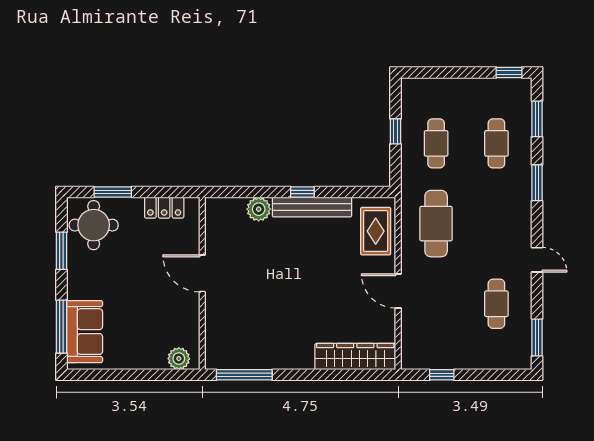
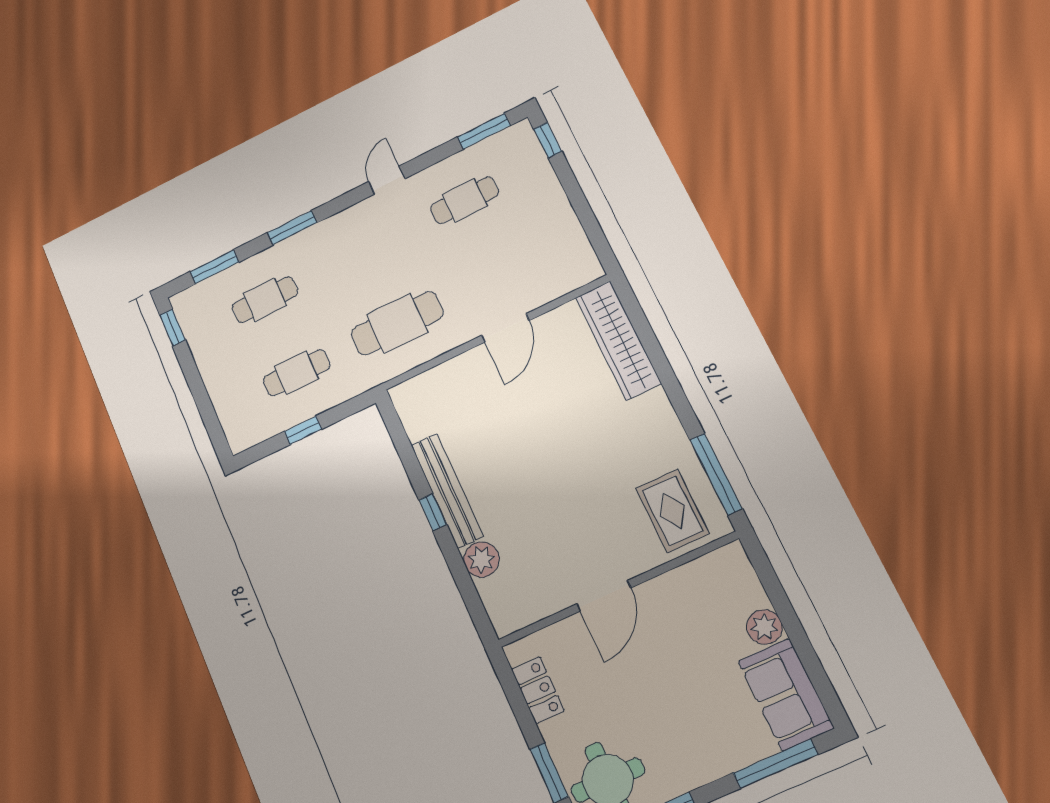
rug: (376, 231) -> (672, 511), moved, turned 90
sofa: (85, 332) -> (786, 694), moved, turned -90
plant: (179, 359) -> (764, 627), moved
window: (442, 375) -> (548, 140), moved

